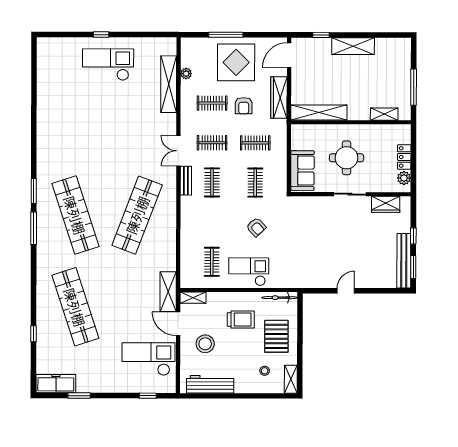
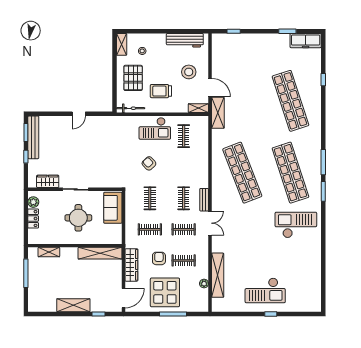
shop shelf: (137, 215) -> (242, 173), turned -42
checkout: (148, 359) -> (296, 225), moved, turned 180

